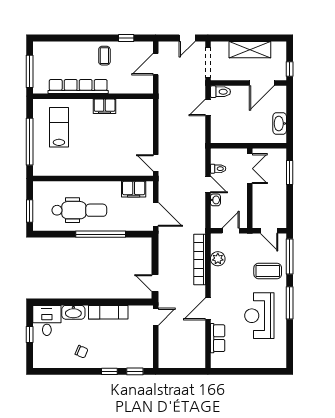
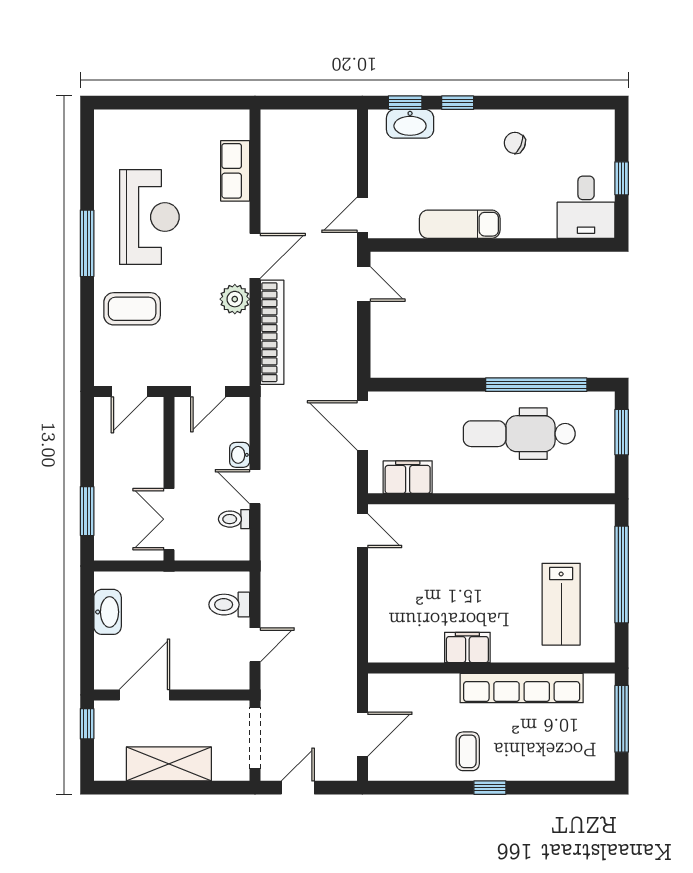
window: (126, 38) -> (490, 788), moved
toilet: (220, 92) -> (229, 605), moved
door: (269, 231) -> (129, 391), swing flipped
window: (101, 234) -> (536, 385), moved
window: (290, 256) -> (87, 339), removed
plant: (218, 259) -> (235, 299), moved
door: (208, 309) -> (255, 256), moved
washbasin: (73, 312) -> (410, 124), moved, turned 180

